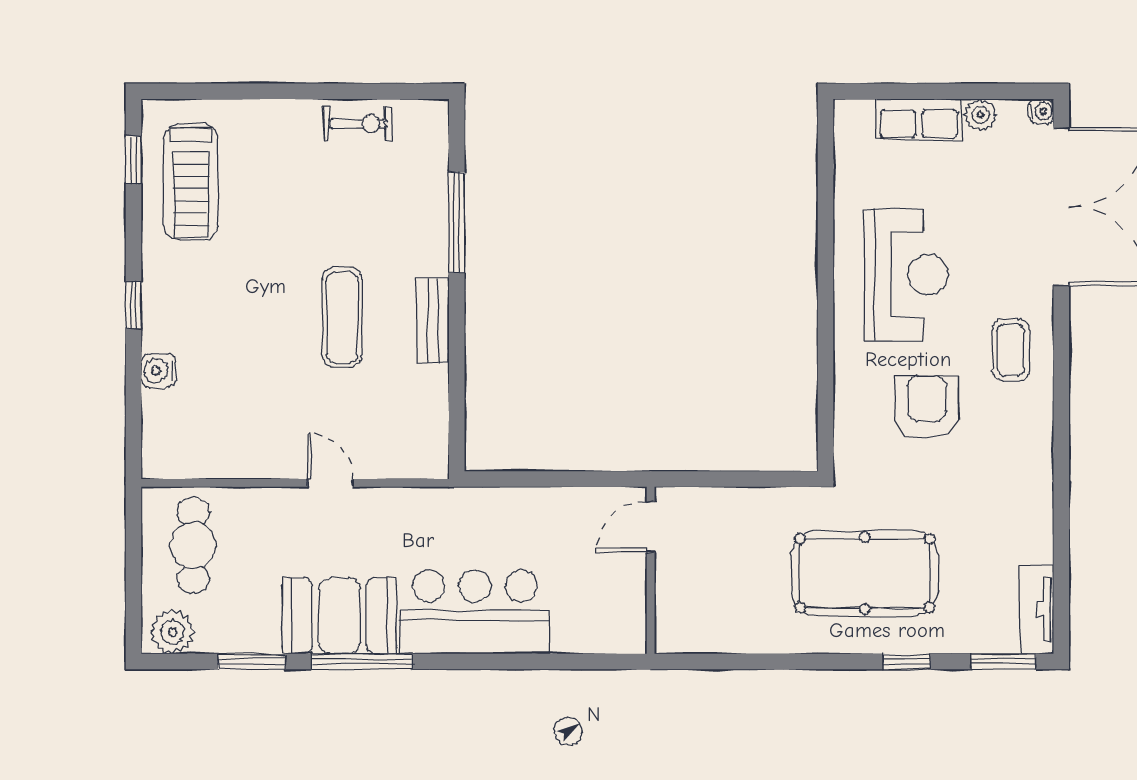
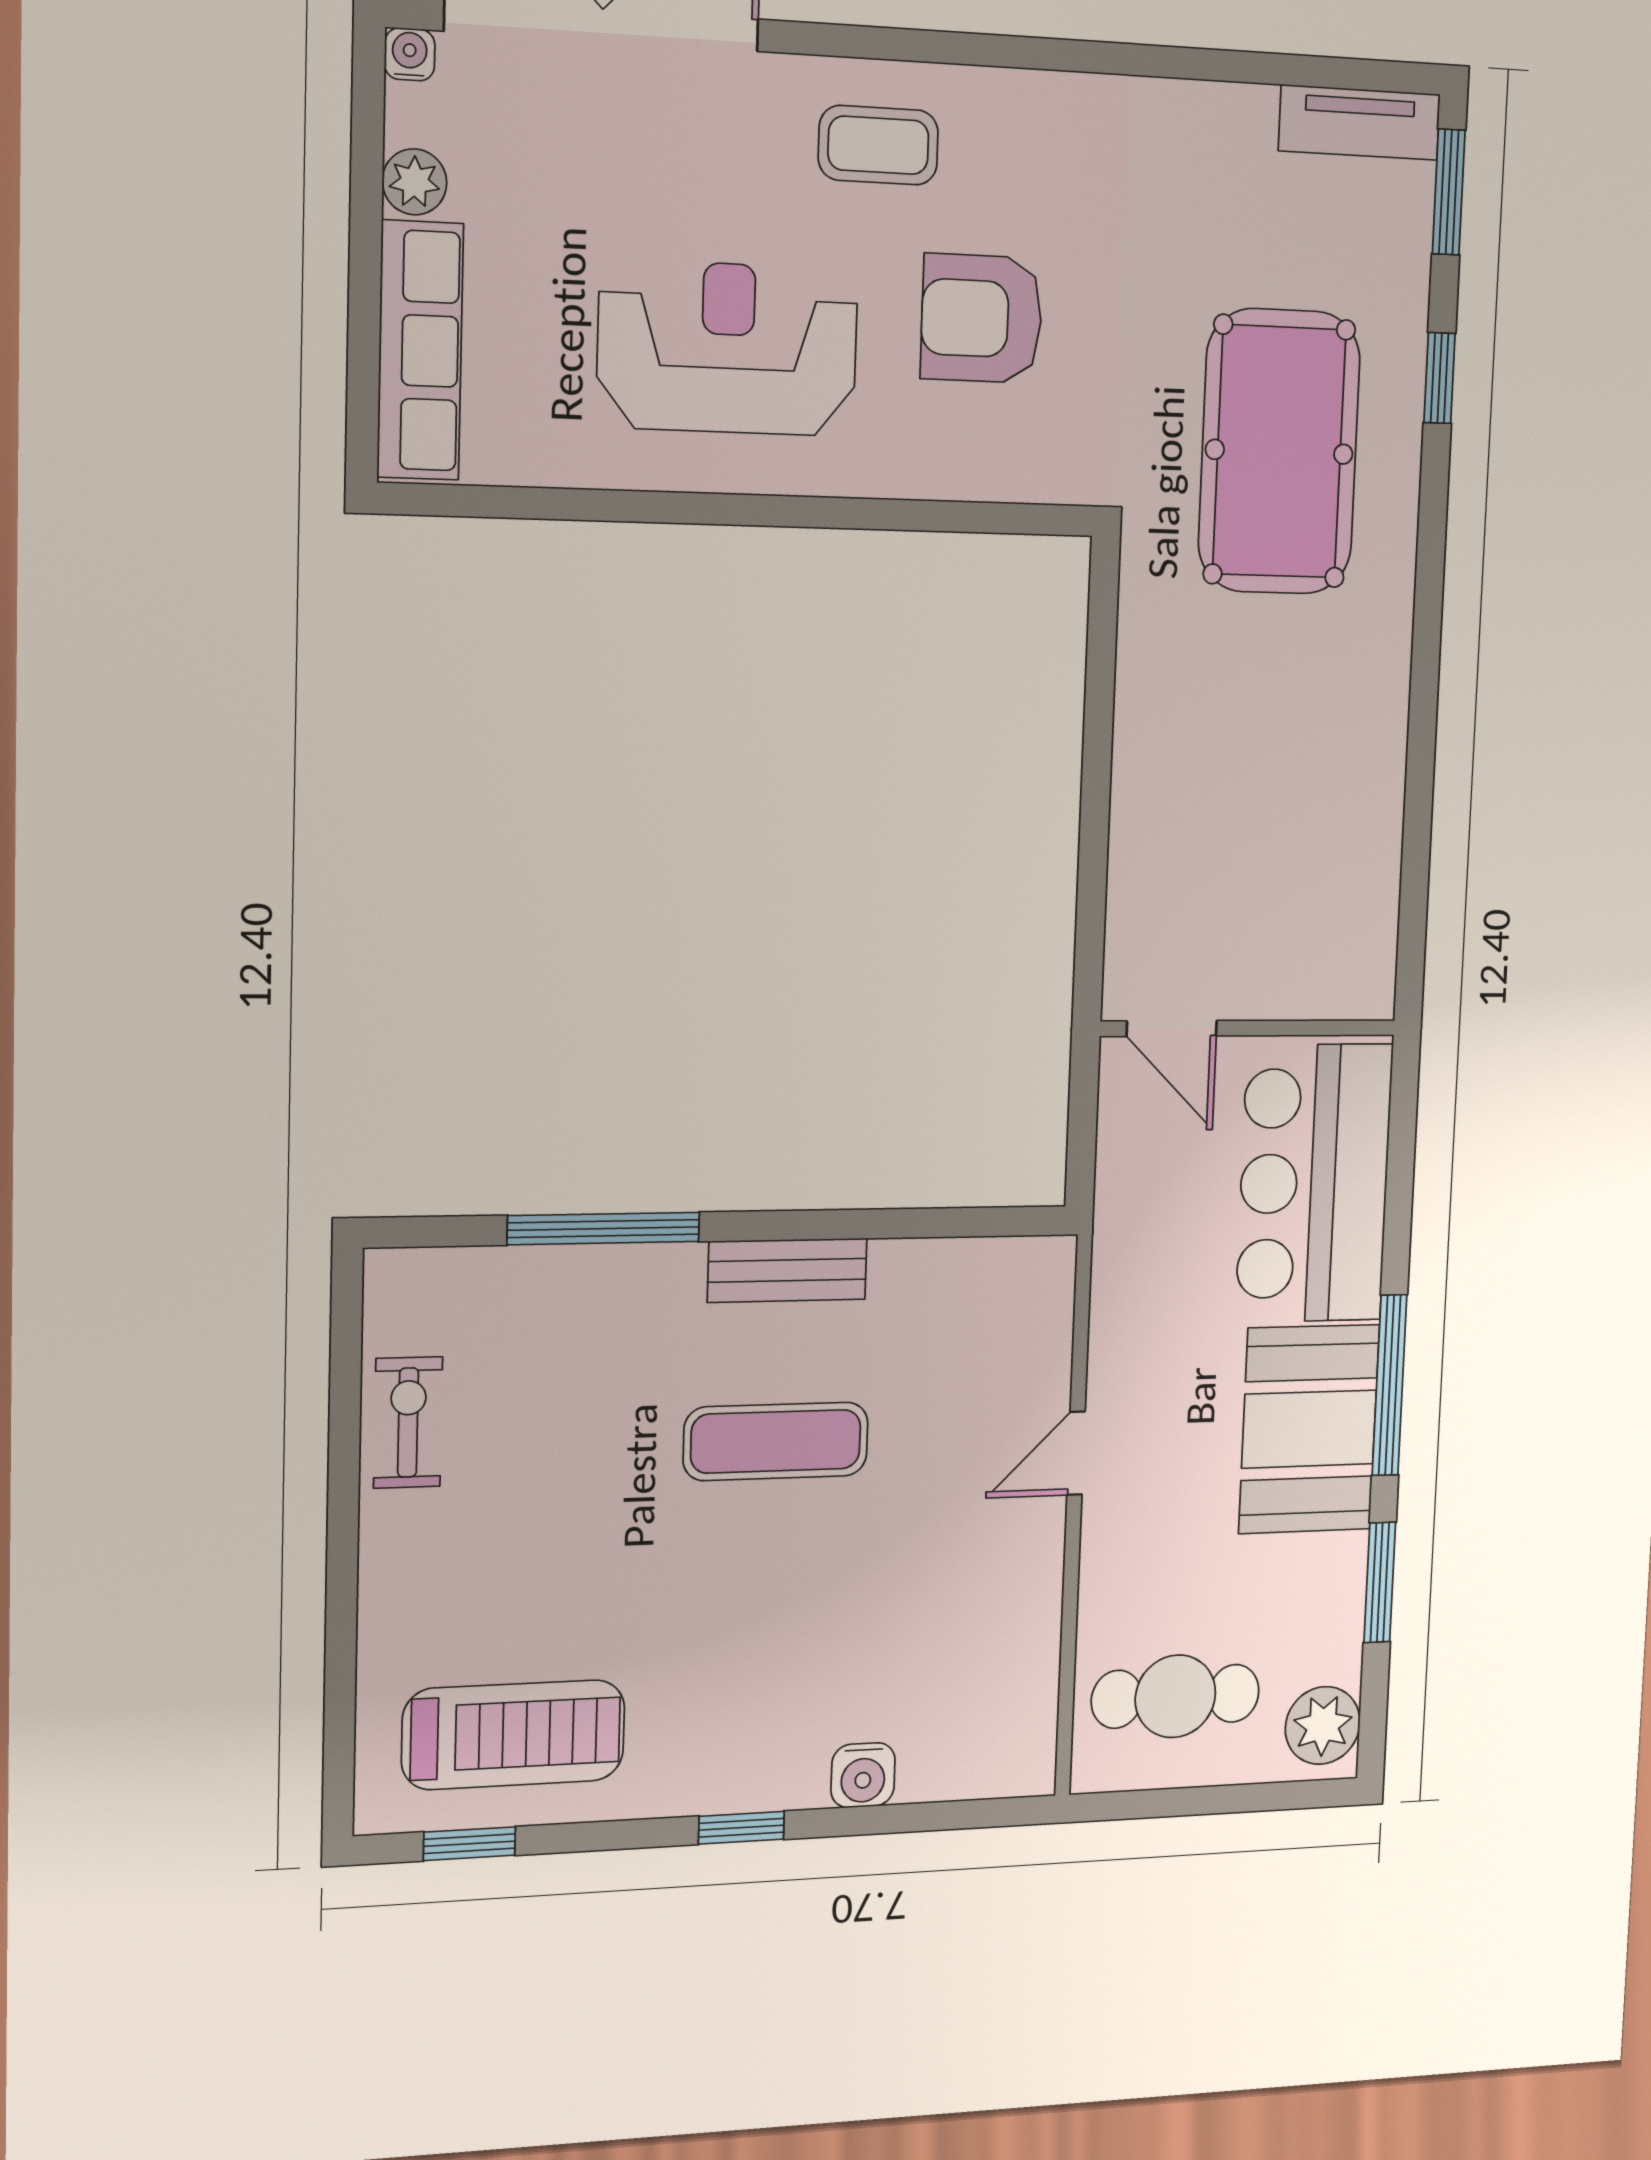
row of seats: (919, 119) -> (420, 350), width x1.48
door: (651, 527) -> (1172, 1028), moved
wall: (651, 570) -> (1249, 1028), moved

